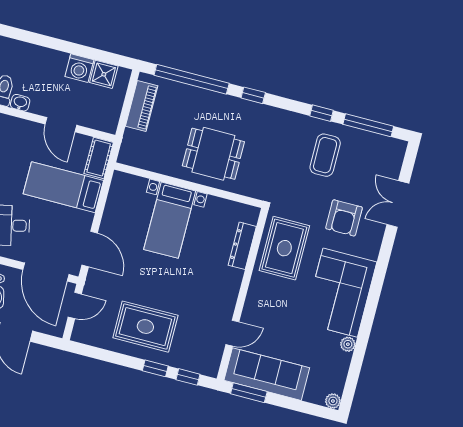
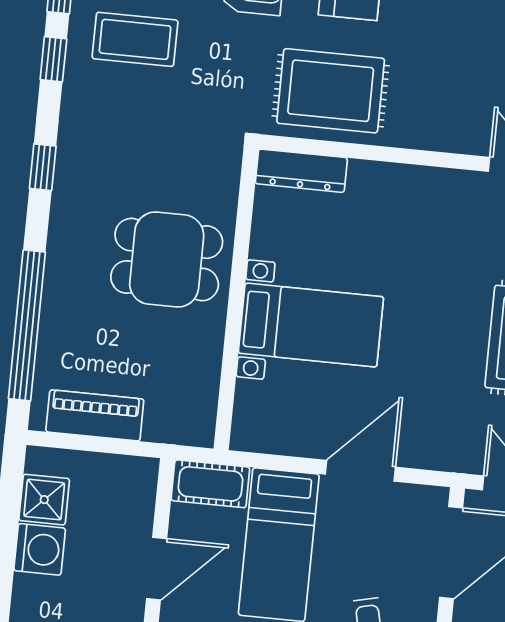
window: (253, 95) -> (43, 167), moved
dining table: (213, 154) -> (167, 260), turned 90
dresser: (242, 246) -> (301, 171), moved
door: (90, 249) -> (360, 471), moved

